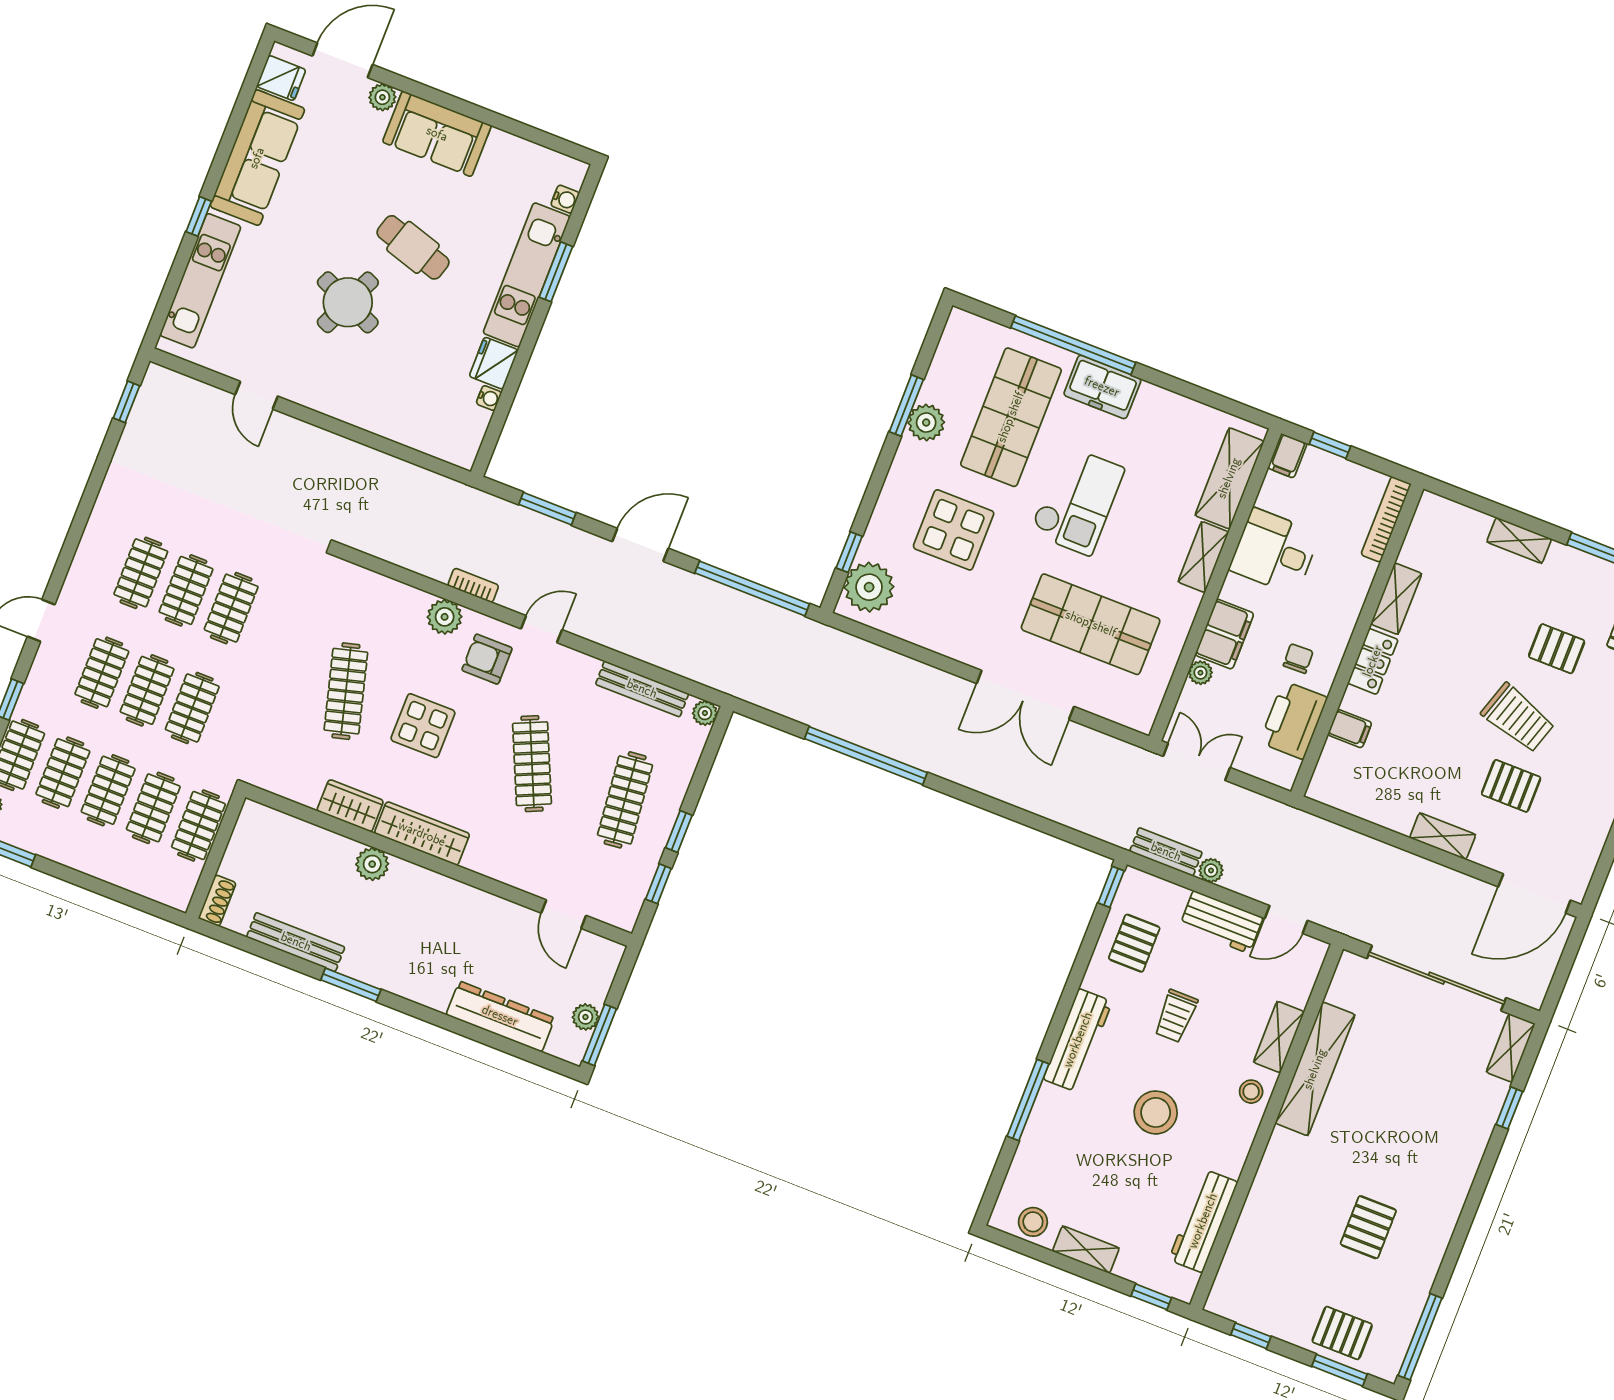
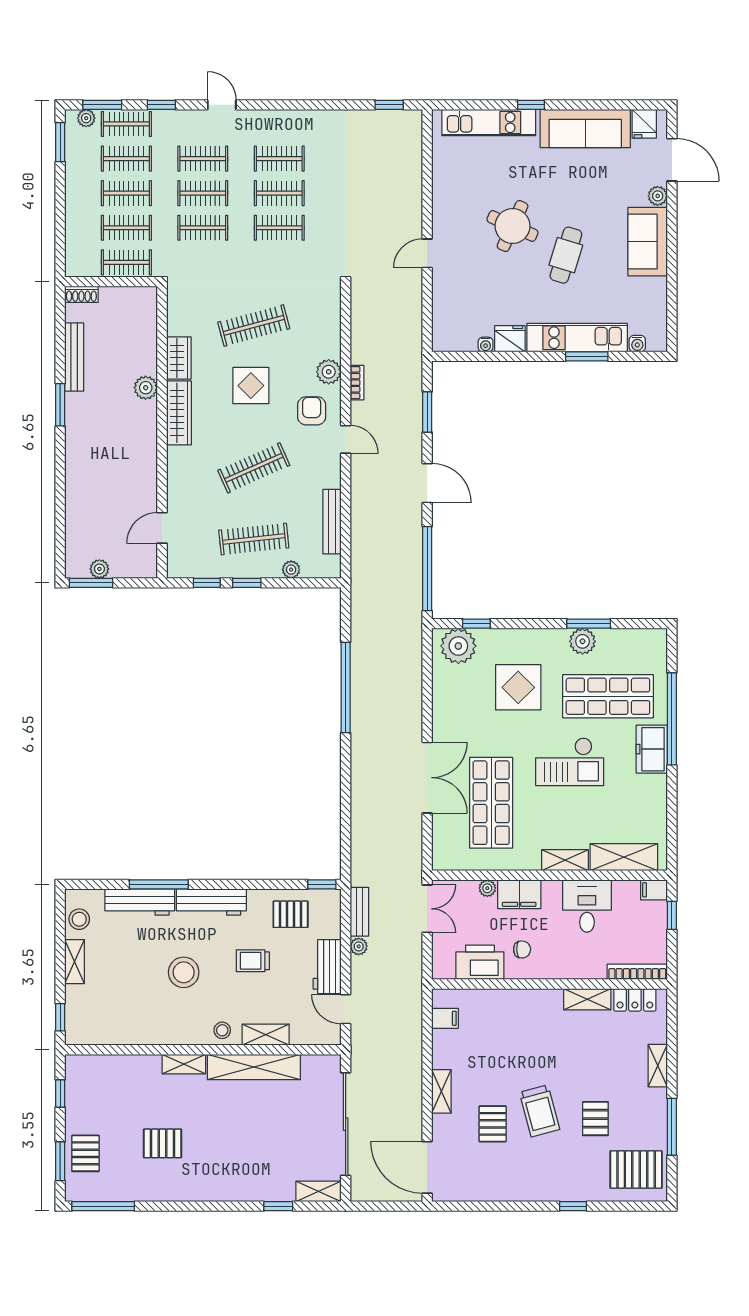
door: (257, 395) -> (427, 253), moved
locker: (1373, 661) -> (635, 1000), moved
double door: (1025, 695) -> (427, 778), swing flipped
plant: (705, 713) -> (291, 570), moved
trolley: (1518, 718) -> (539, 1111), turned -33
filing cabinet: (1350, 729) -> (445, 1018), moved, turned -90
dresser: (500, 1016) -> (78, 512), removed
shelving: (1276, 1159) -> (184, 1064), added
workbench: (1203, 1221) -> (140, 902), moved, turned 180

